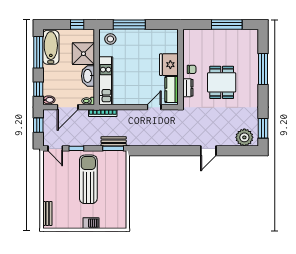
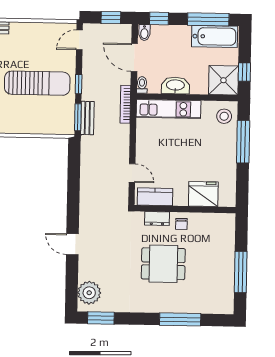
shower: (83, 54) -> (223, 80), moved
fridge: (169, 65) -> (203, 194), moved
window: (76, 148) -> (79, 84), moved

